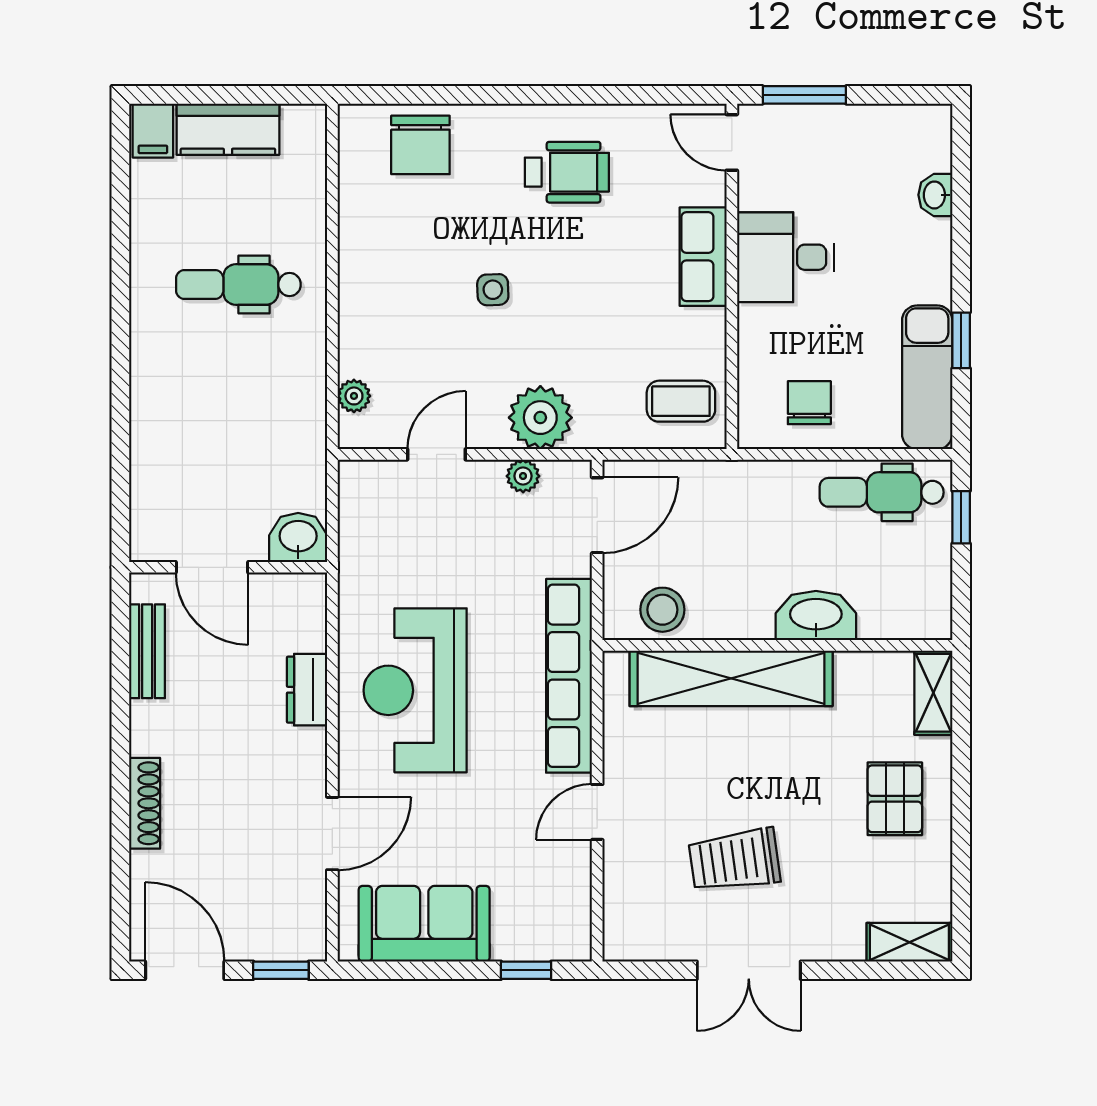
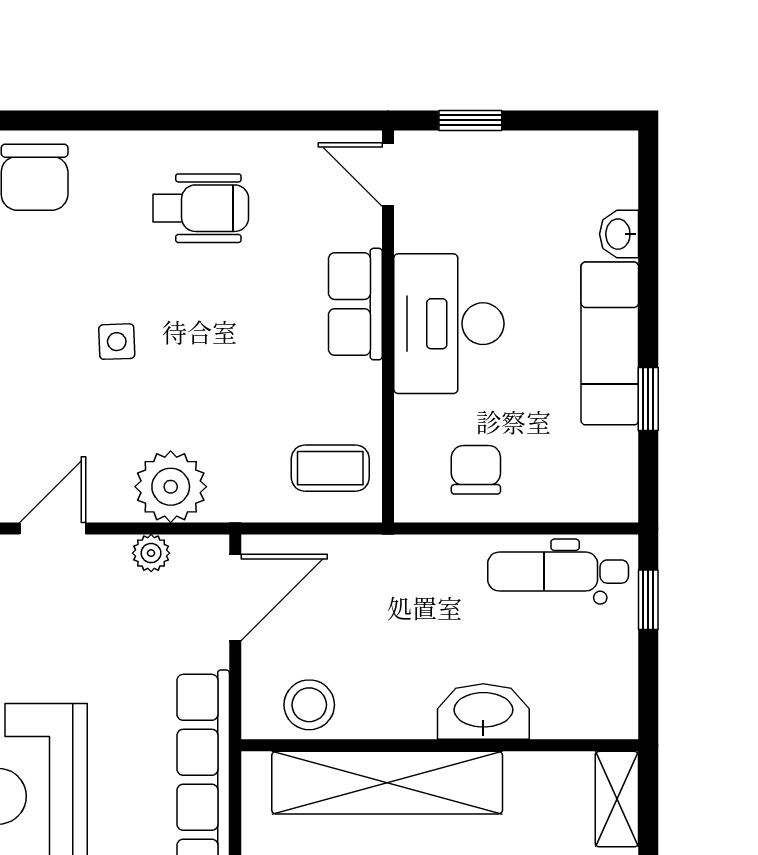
window: (804, 95) -> (470, 120), width x0.67
desk: (785, 257) -> (449, 324), width x1.37
exam couch: (927, 377) -> (610, 343), moved

